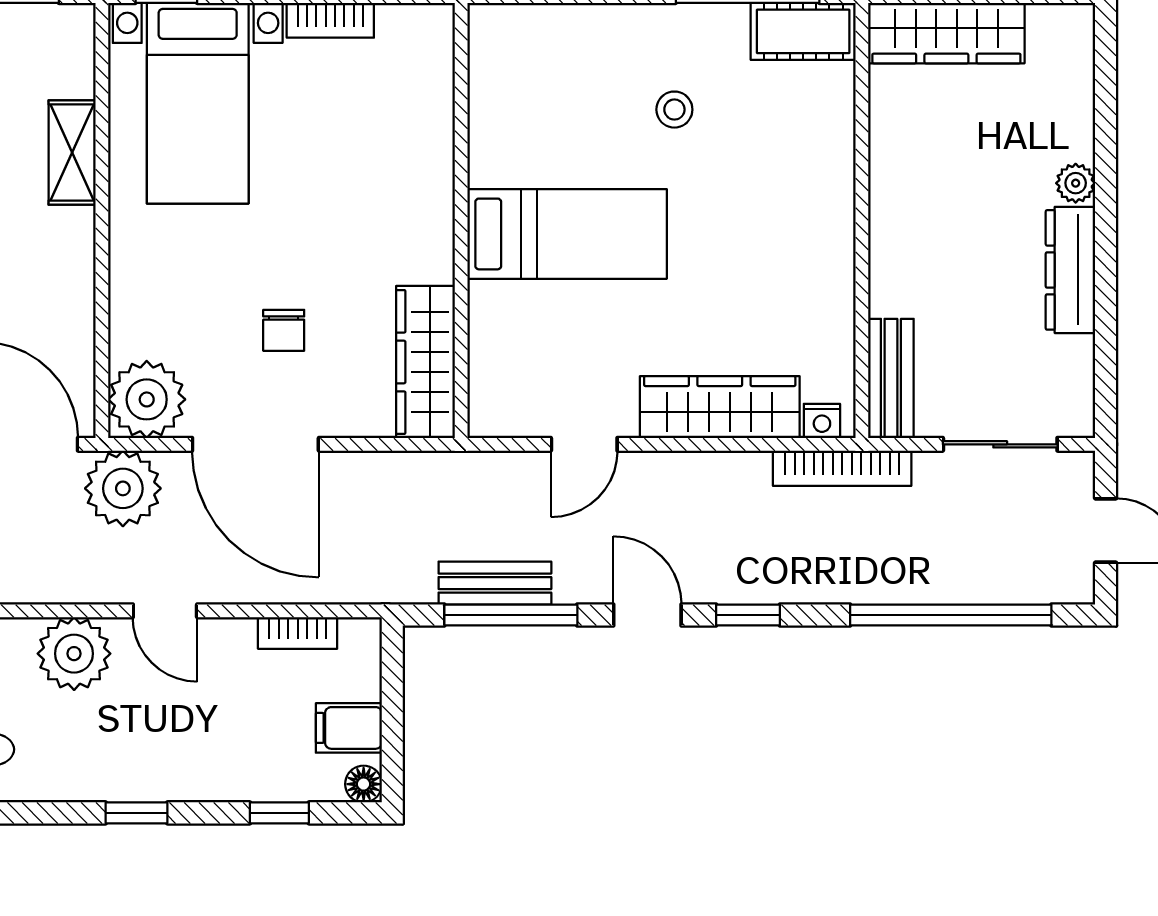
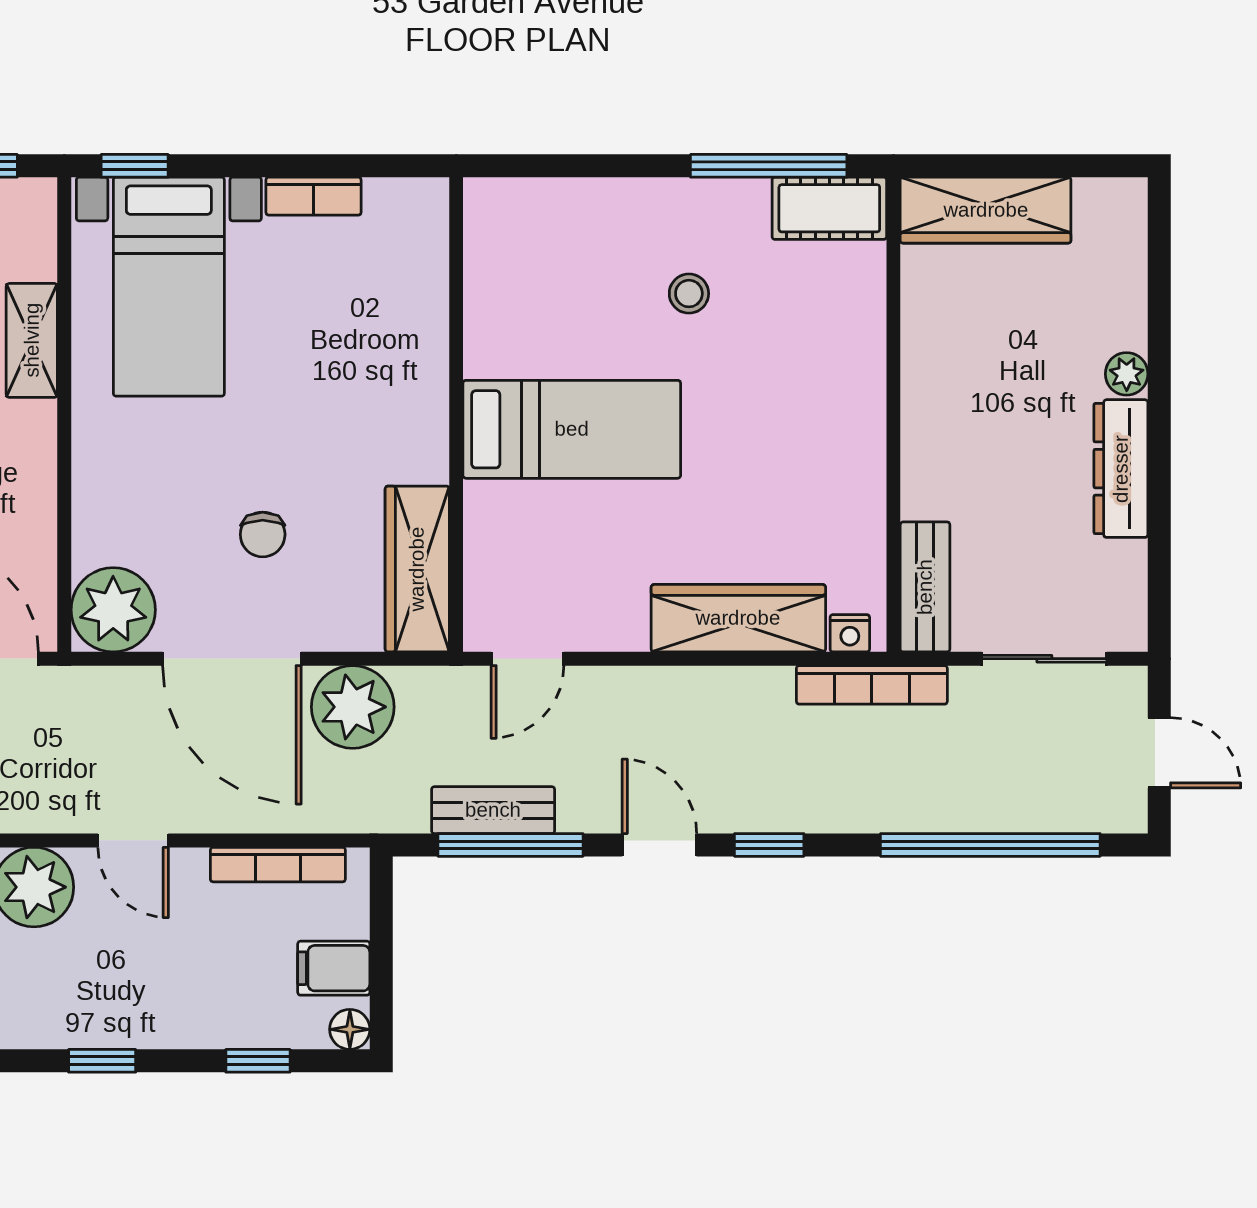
door: (584, 444) -> (527, 659), moved
plant: (123, 488) -> (353, 707), moved
bookcase: (298, 633) -> (278, 865), width x1.56

